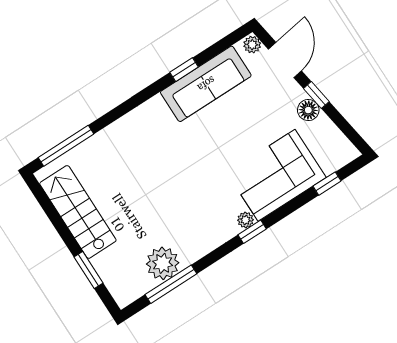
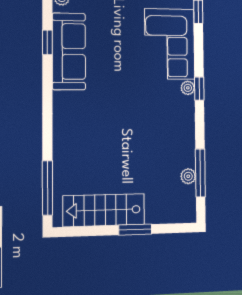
window: (184, 70) -> (47, 42), moved
plant: (163, 263) -> (188, 176), width x0.53, depth x0.53
window: (89, 270) -> (135, 230), moved

